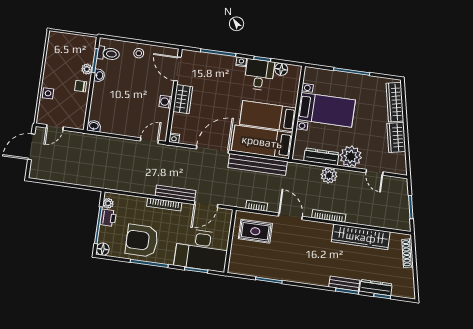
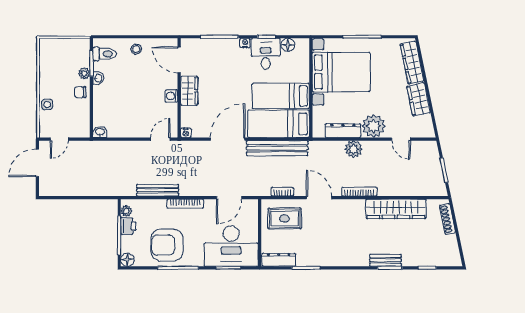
bed with nightstands: (326, 110) -> (341, 72), width x1.36
bench: (175, 193) -> (158, 190), moved
dresser: (376, 288) -> (279, 260), moved

